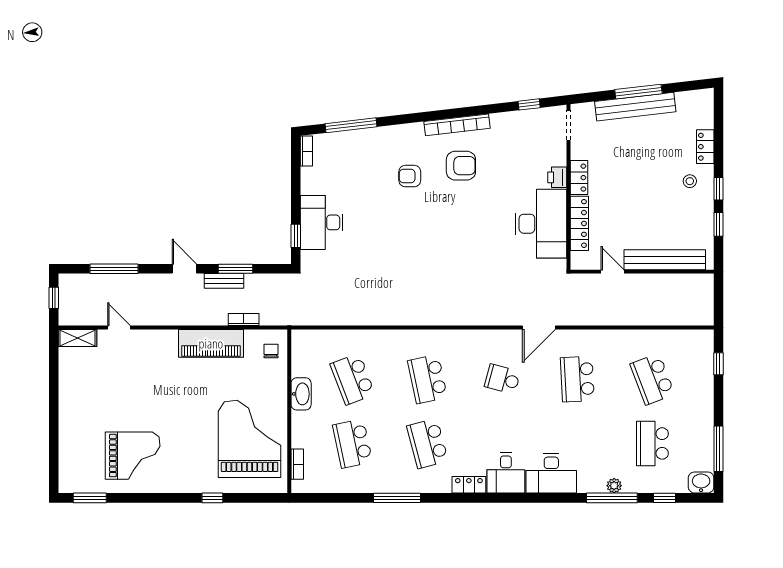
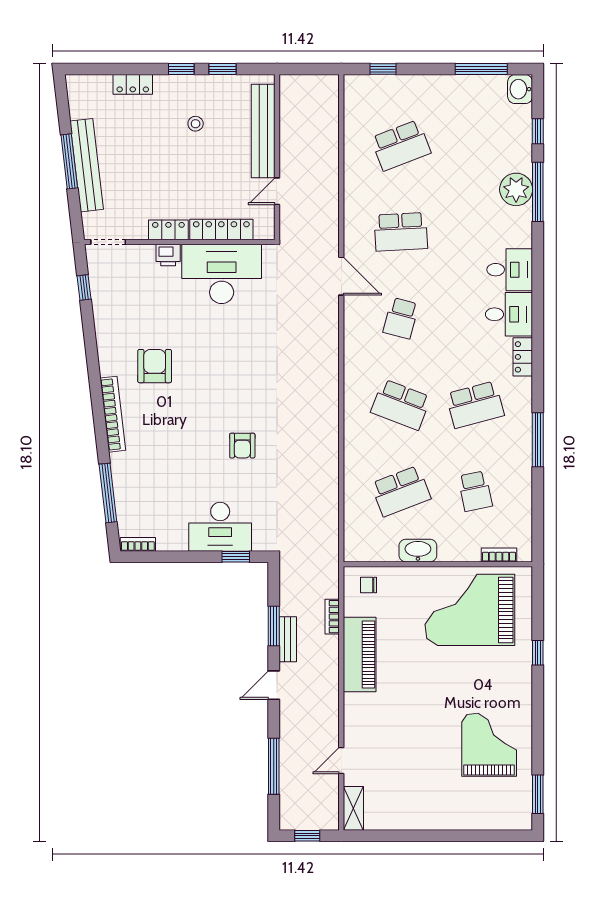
bookcase: (457, 125) -> (113, 414), moved
armchair: (410, 176) -> (242, 446), moved
stool: (690, 181) -> (196, 124), moved
school desk: (427, 379) -> (401, 405), turned 33
school desk: (353, 443) -> (475, 491), width x0.54
school desk: (652, 443) -> (475, 145), removed
desk: (551, 473) -> (510, 270), width x0.73
plant: (614, 486) -> (516, 189), width x1.87, depth x1.87

